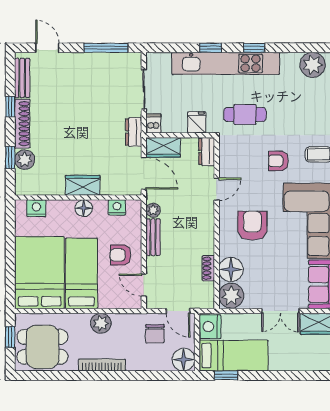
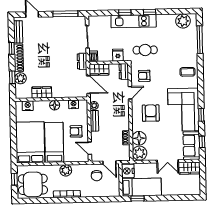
kitchen unit: (226, 63) -> (134, 21), width x0.73
armchair: (278, 161) -> (144, 76), moved
wardrobe: (83, 185) -> (42, 92), moved
floor lamp: (184, 360) -> (113, 190), removed

